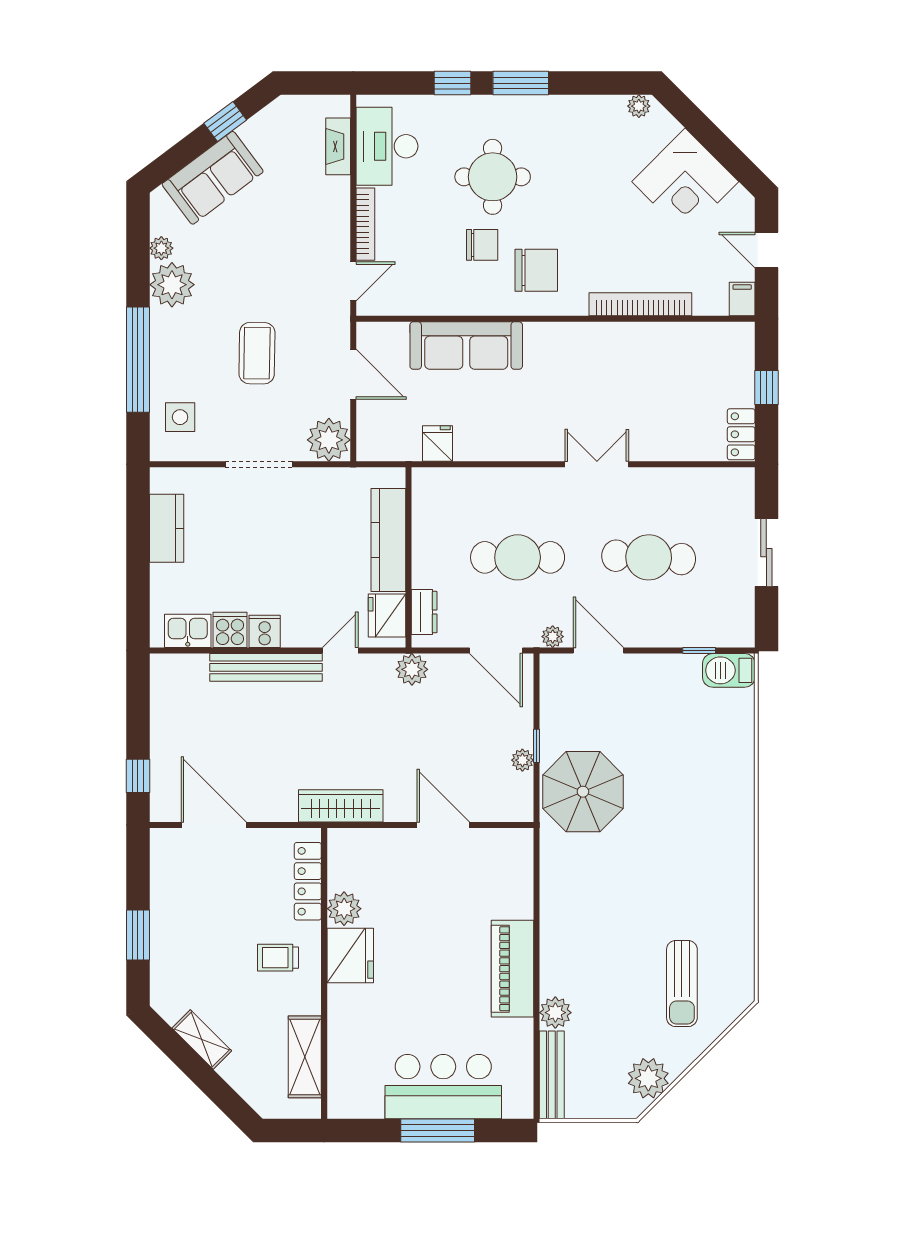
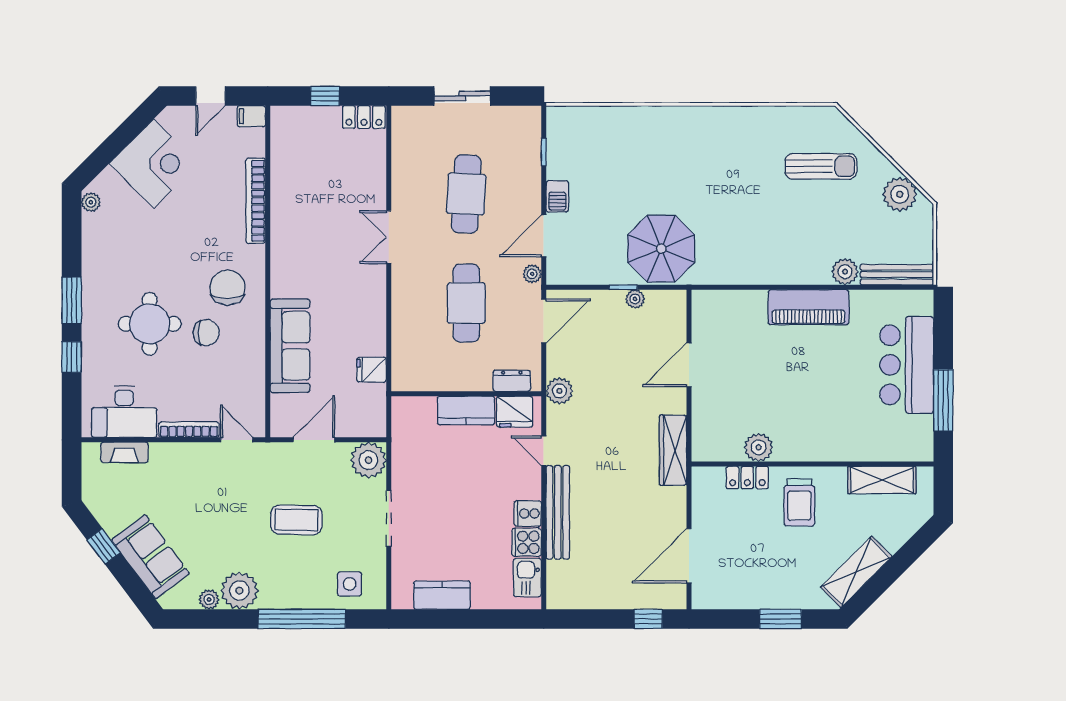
chair: (482, 245) -> (206, 333), turned 90
kitchen counter: (388, 540) -> (466, 411), width x0.67
barbecue: (729, 670) -> (557, 196), moved, width x0.73, depth x0.79
locker: (308, 881) -> (747, 478), width x0.66
fridge: (350, 955) -> (797, 442), removed
trolley: (278, 958) -> (799, 502), width x1.36, depth x1.39
shelving: (202, 1040) -> (856, 572), width x1.50, depth x1.33
window: (438, 1131) -> (943, 400), moved

